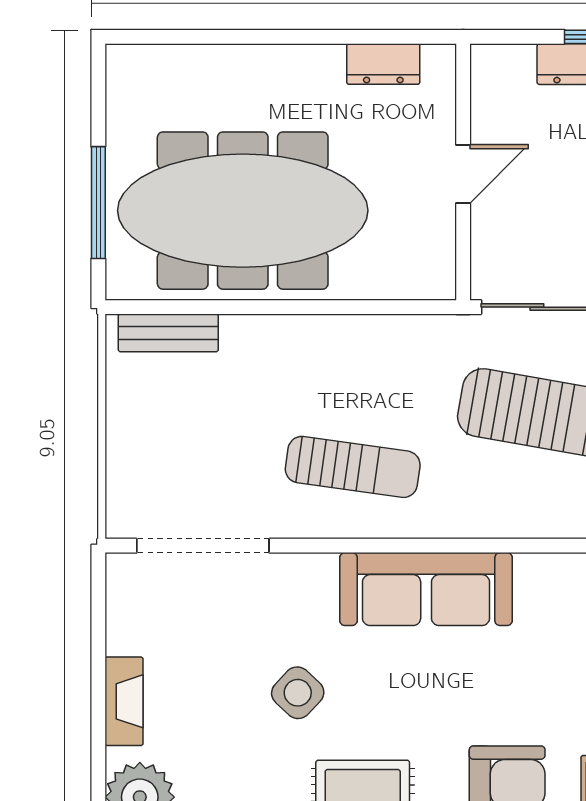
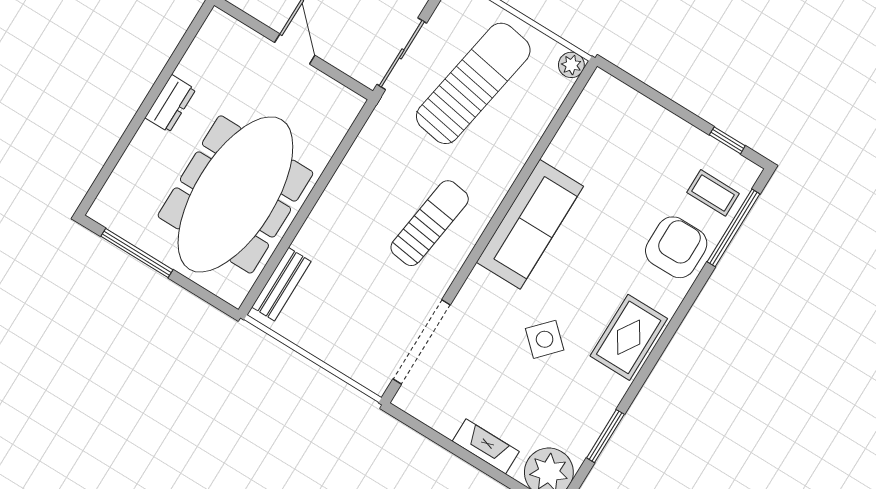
dresser: (383, 64) -> (170, 104), moved
window: (98, 203) -> (137, 253), moved

